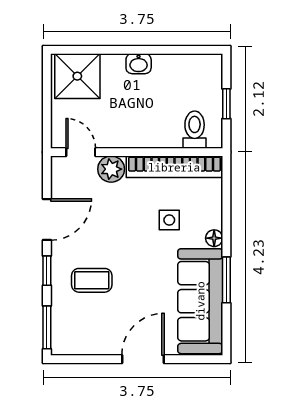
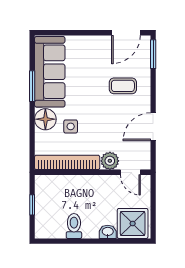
washbasin: (139, 64) -> (108, 232), moved
toilet: (195, 130) -> (74, 226), moved, turned 180
floor lamp: (214, 238) -> (45, 119), width x1.89, depth x1.89
window: (47, 271) -> (153, 92), removed
door: (143, 359) -> (126, 33), moved

